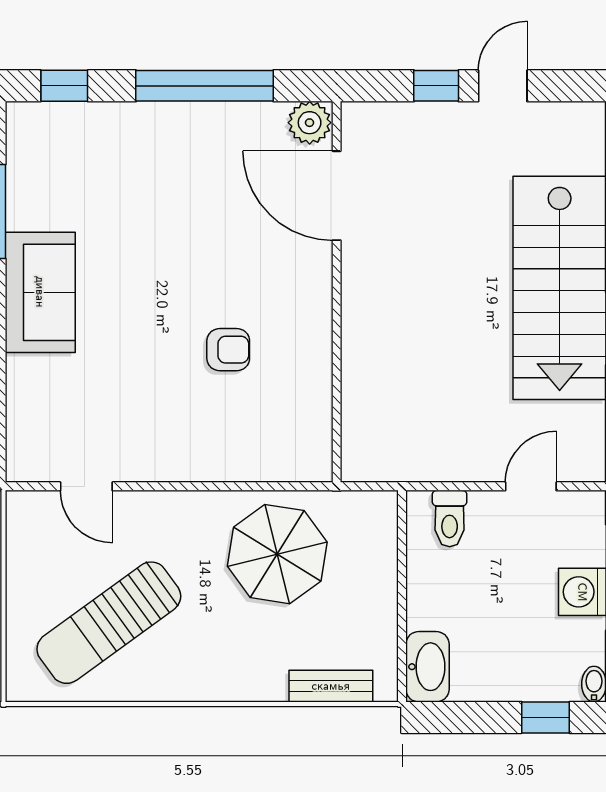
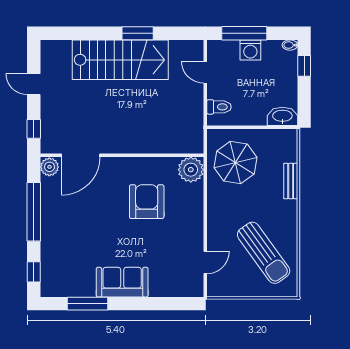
window: (436, 86) -> (34, 129), moved
armchair: (228, 350) -> (147, 202), width x1.88, depth x1.88
plant: (303, 453) -> (191, 170), added
parasol: (277, 554) -> (235, 163), moved
bench: (331, 686) -> (291, 181), moved

